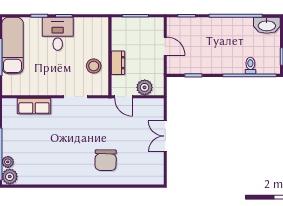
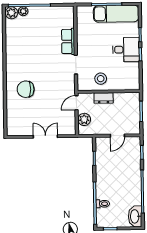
row of seats: (34, 106) -> (68, 41), moved

